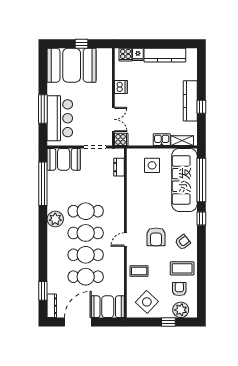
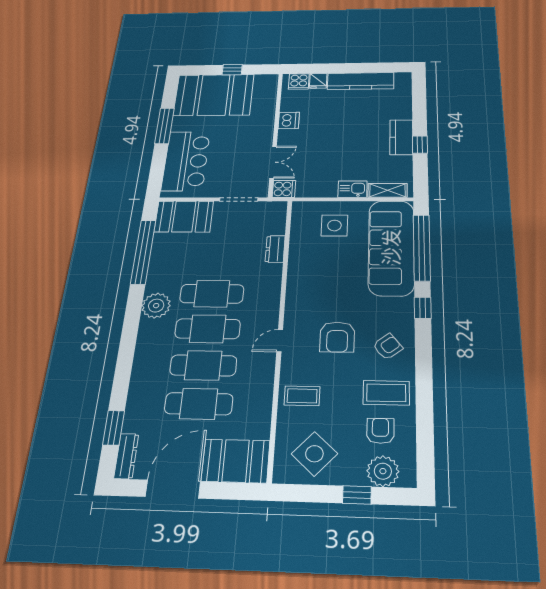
kitchen counter: (190, 101) -> (401, 137), width x0.67
window: (43, 109) -> (164, 126), moved
dresser: (119, 167) -> (275, 249), moved

